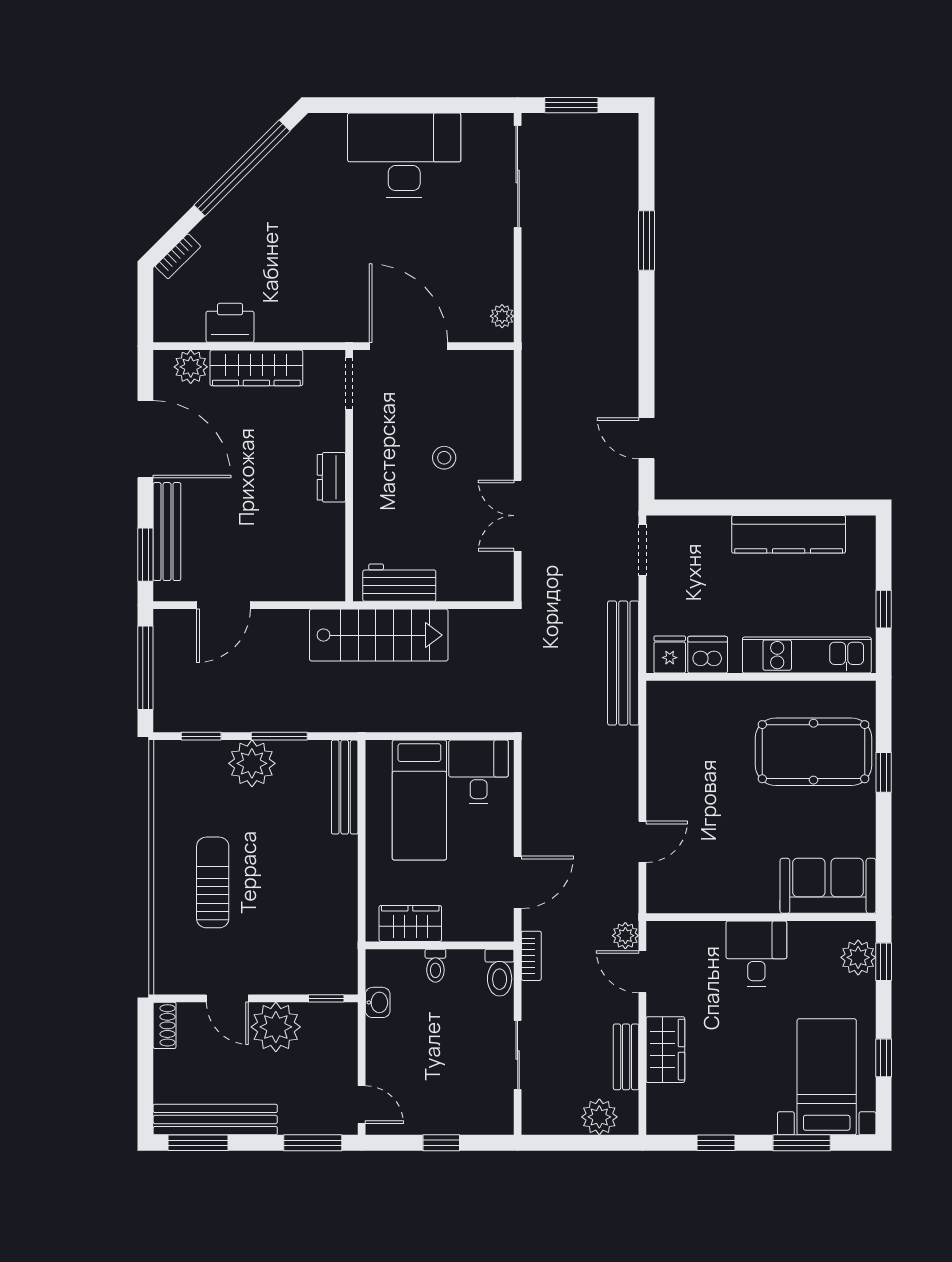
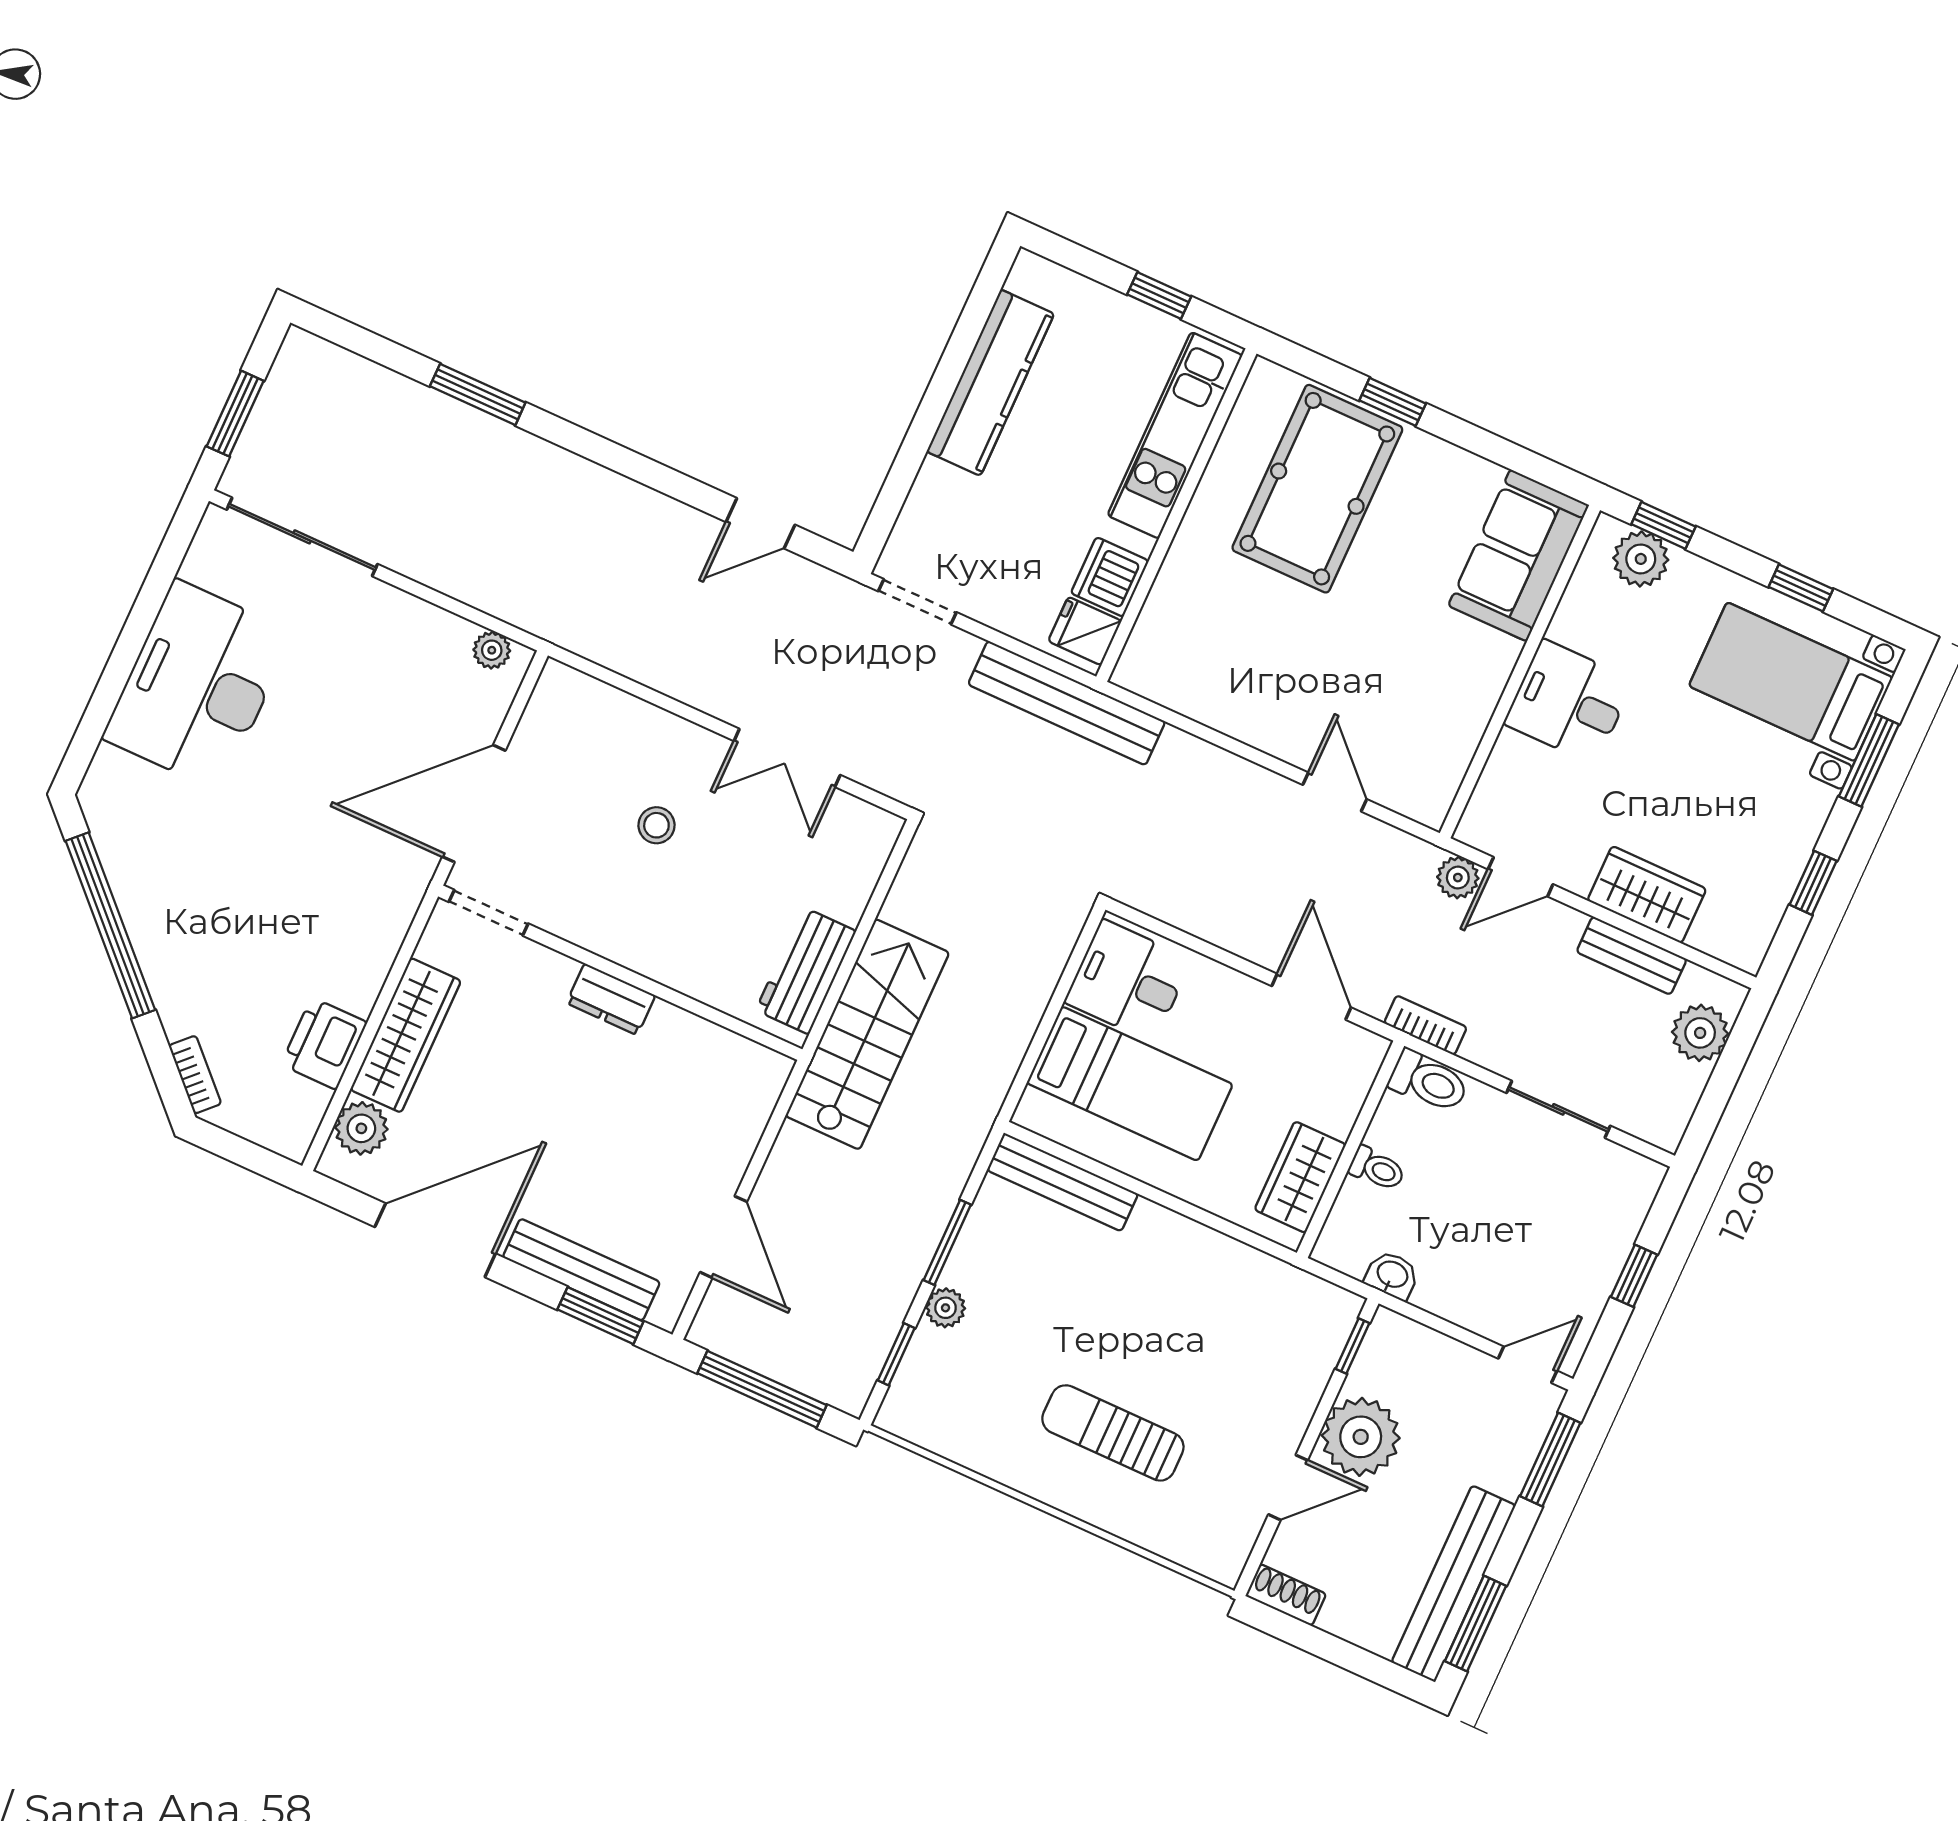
plant: (252, 763) -> (946, 1308), width x0.53, depth x0.53

